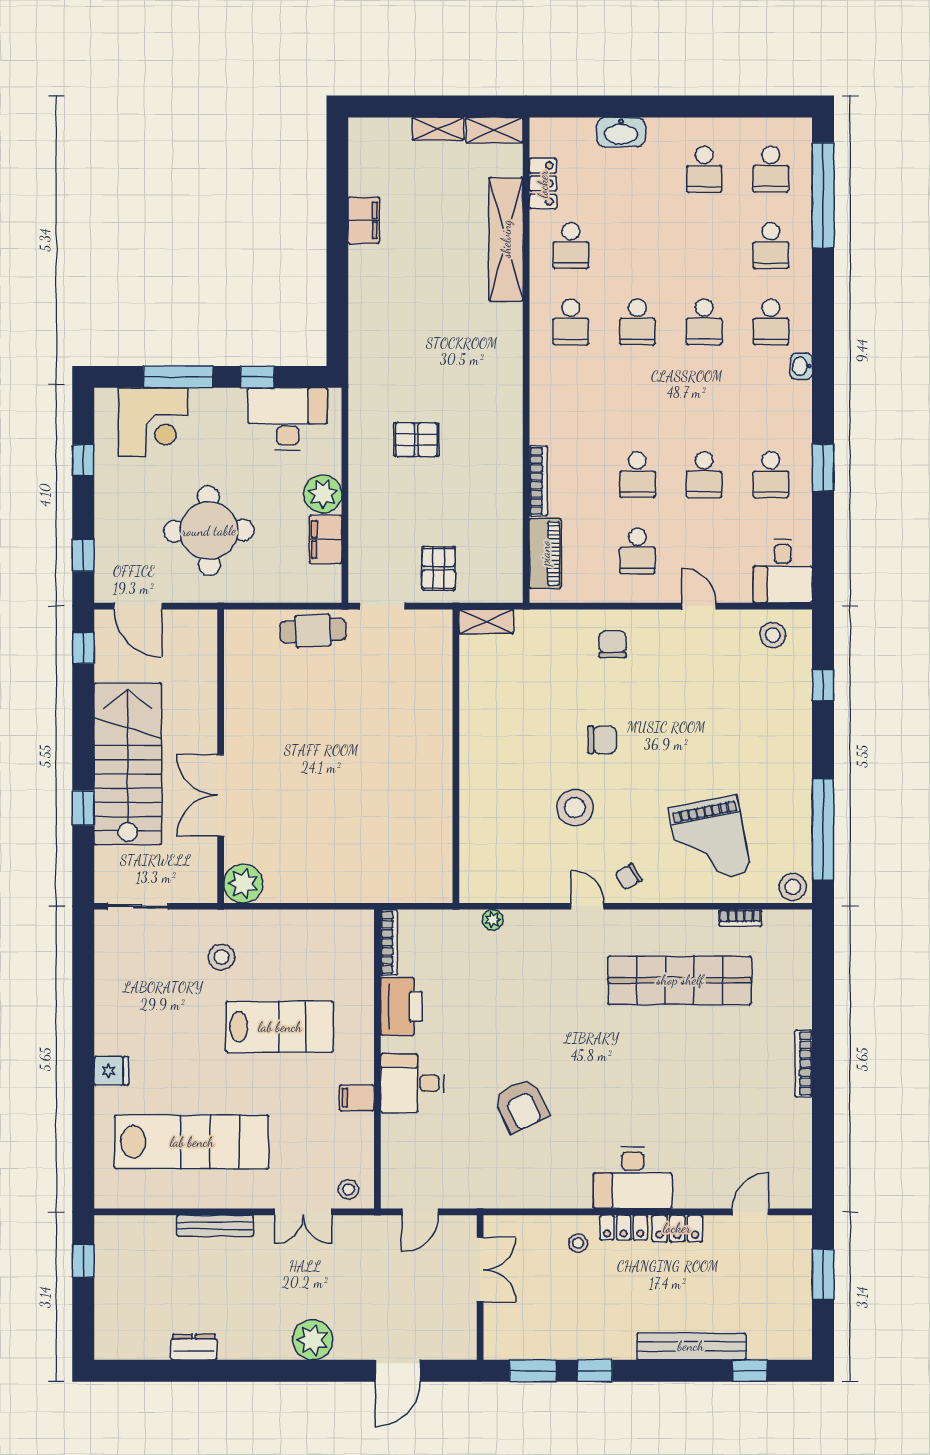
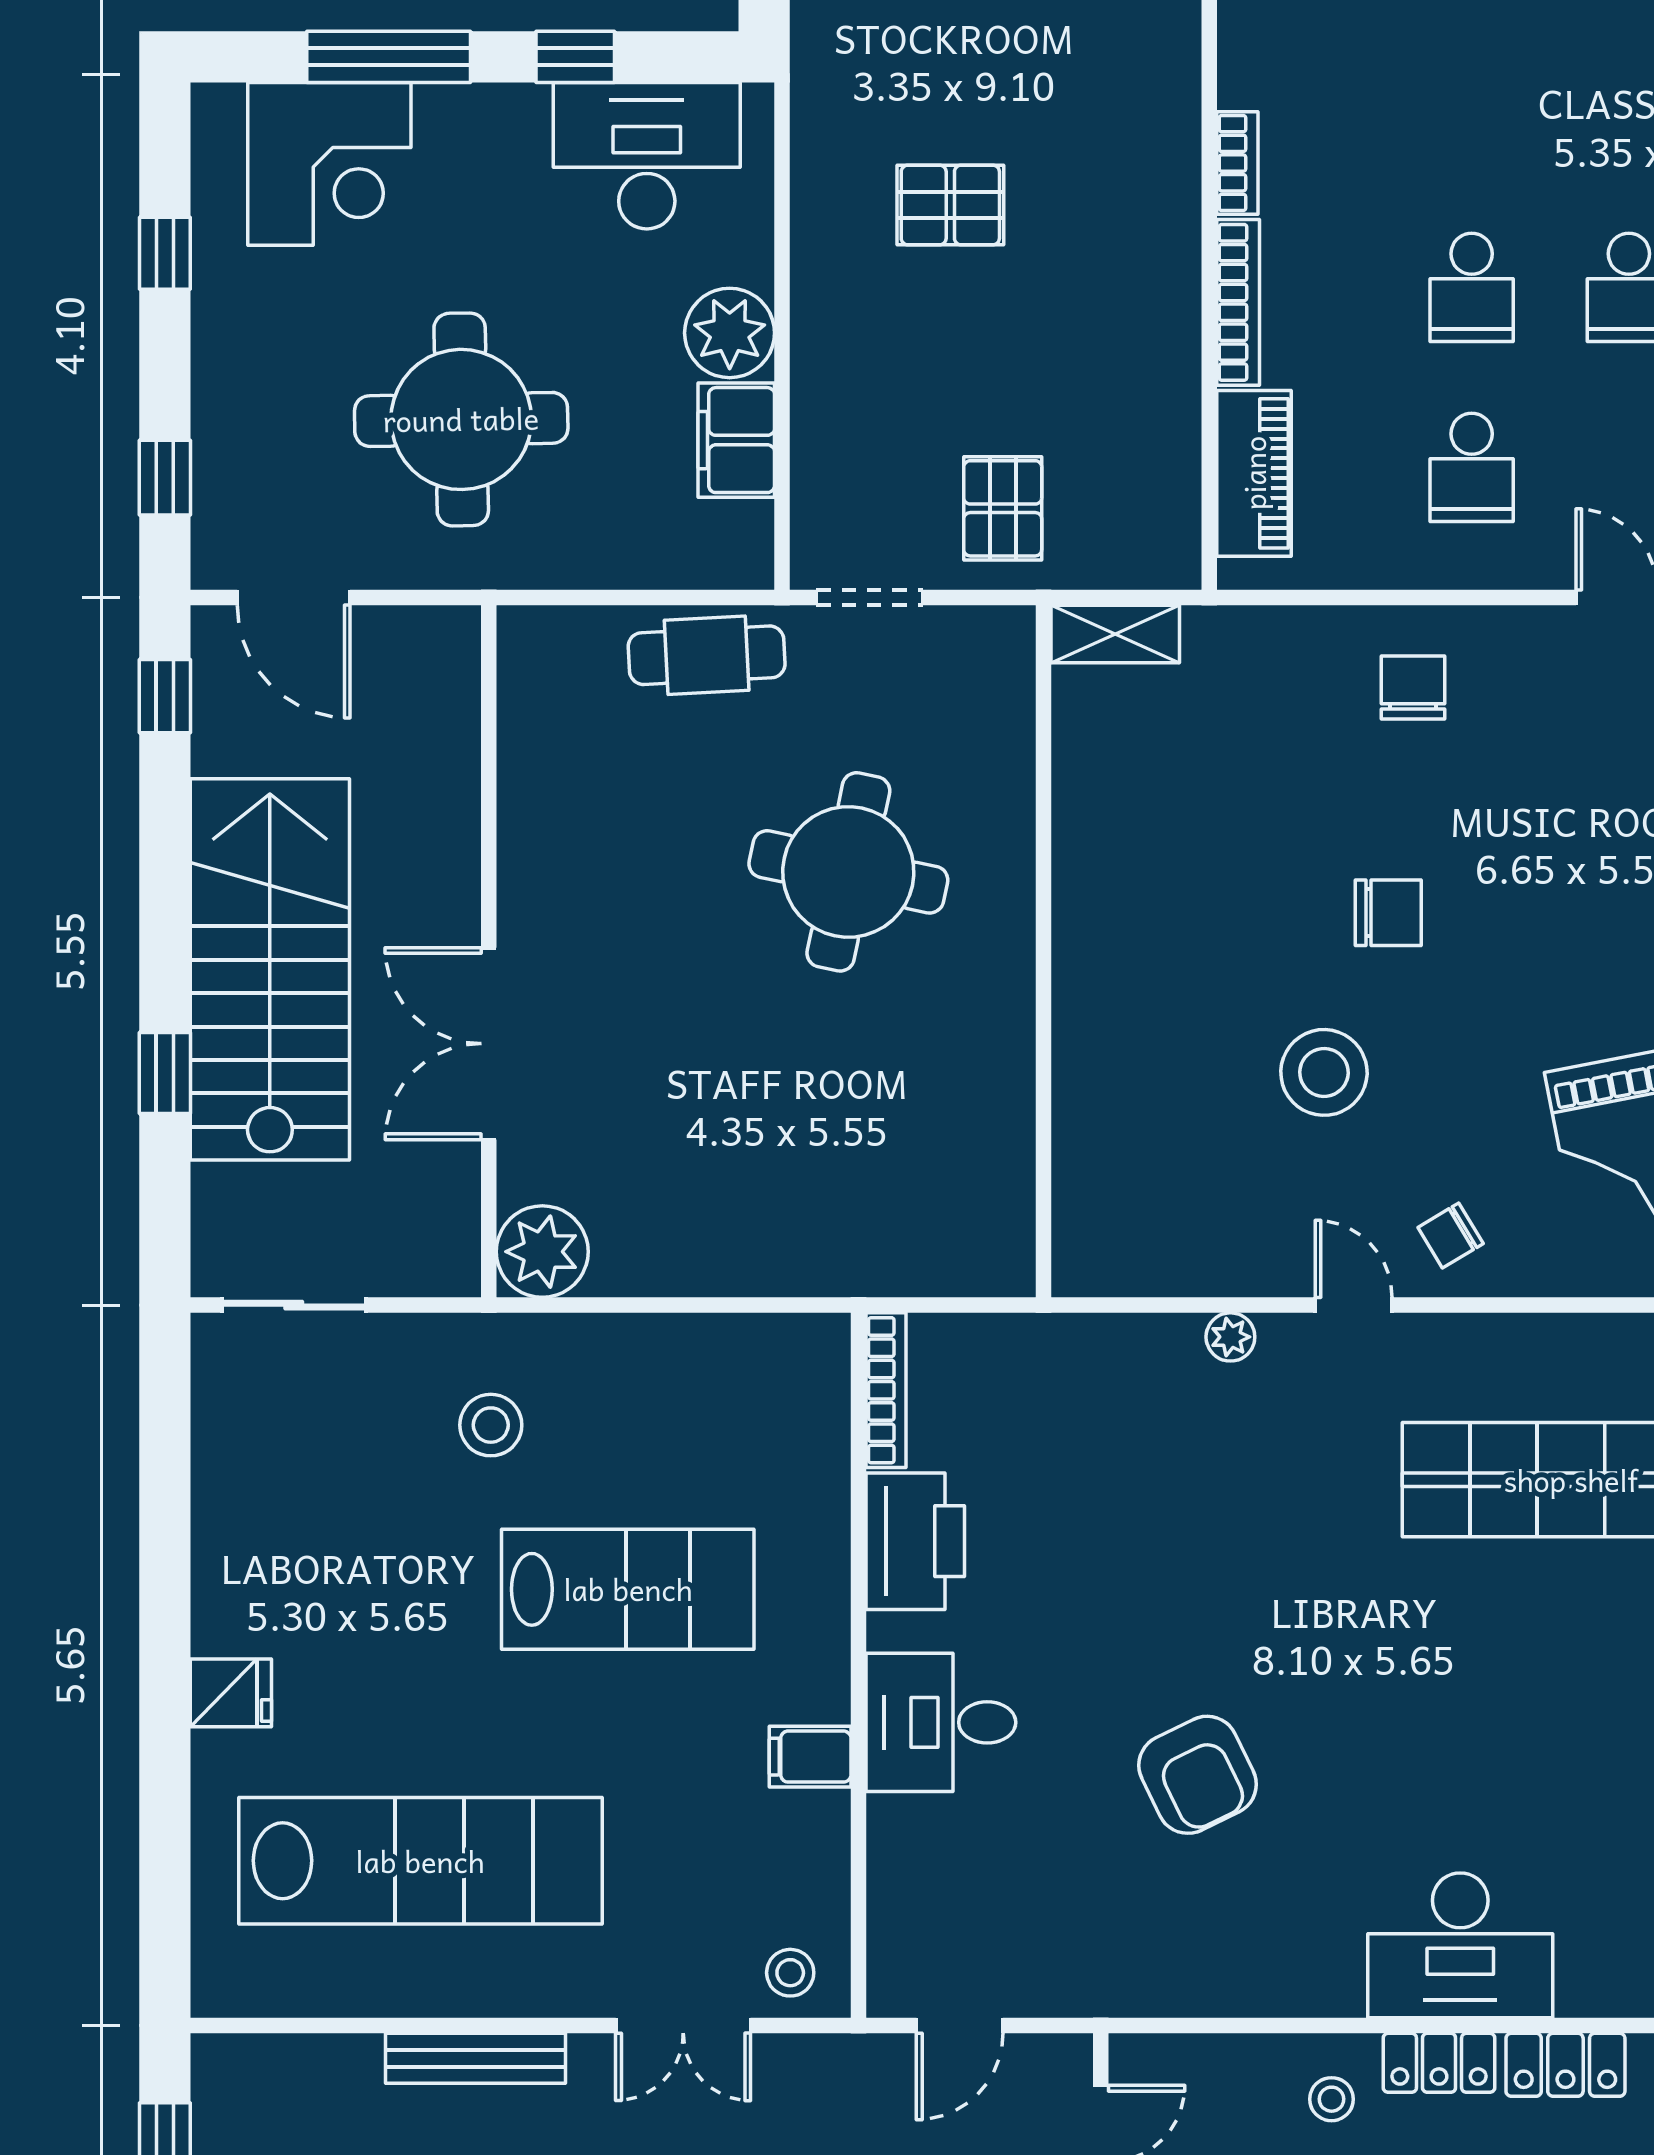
bookcase: (538, 422) -> (1237, 163), added
round table: (373, 723) -> (848, 872), added
plant: (493, 920) -> (1230, 1337), moved

